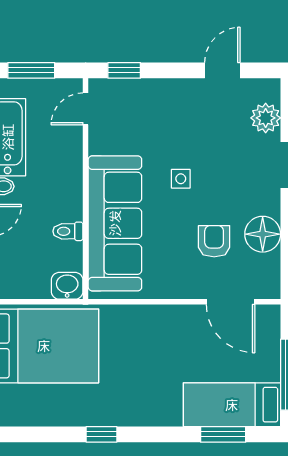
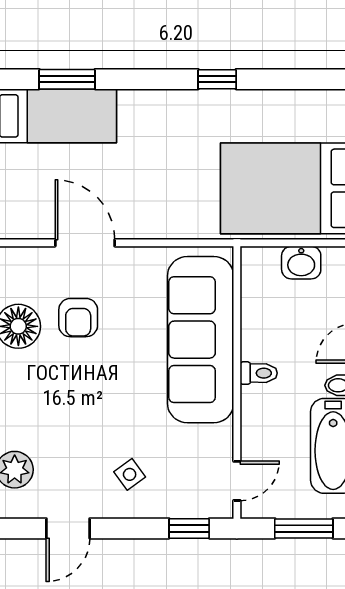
side table: (181, 179) -> (130, 474), moved, turned -36
toilet: (68, 231) -> (259, 373), moved
washbasin: (67, 286) -> (301, 263), moved
door: (231, 302) -> (85, 243), moved

